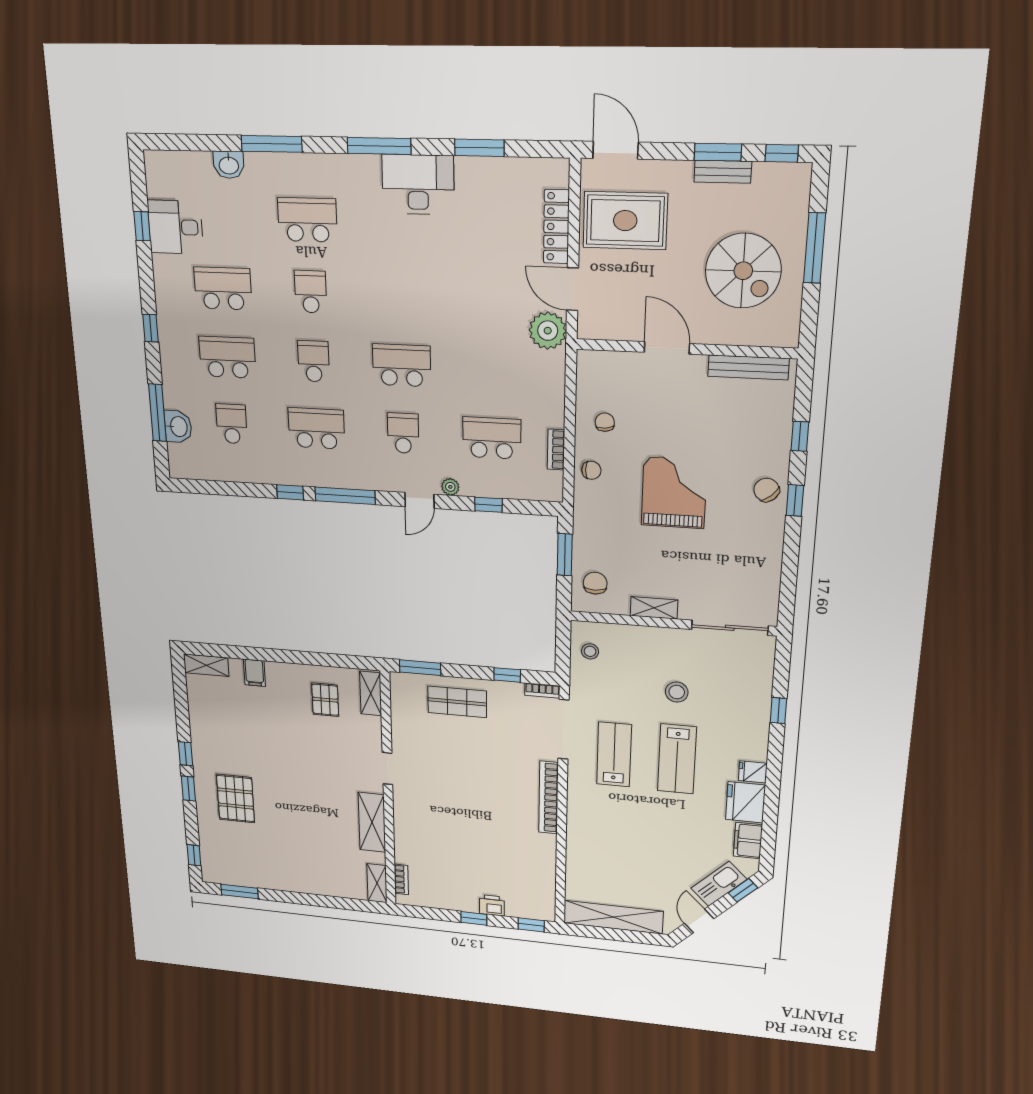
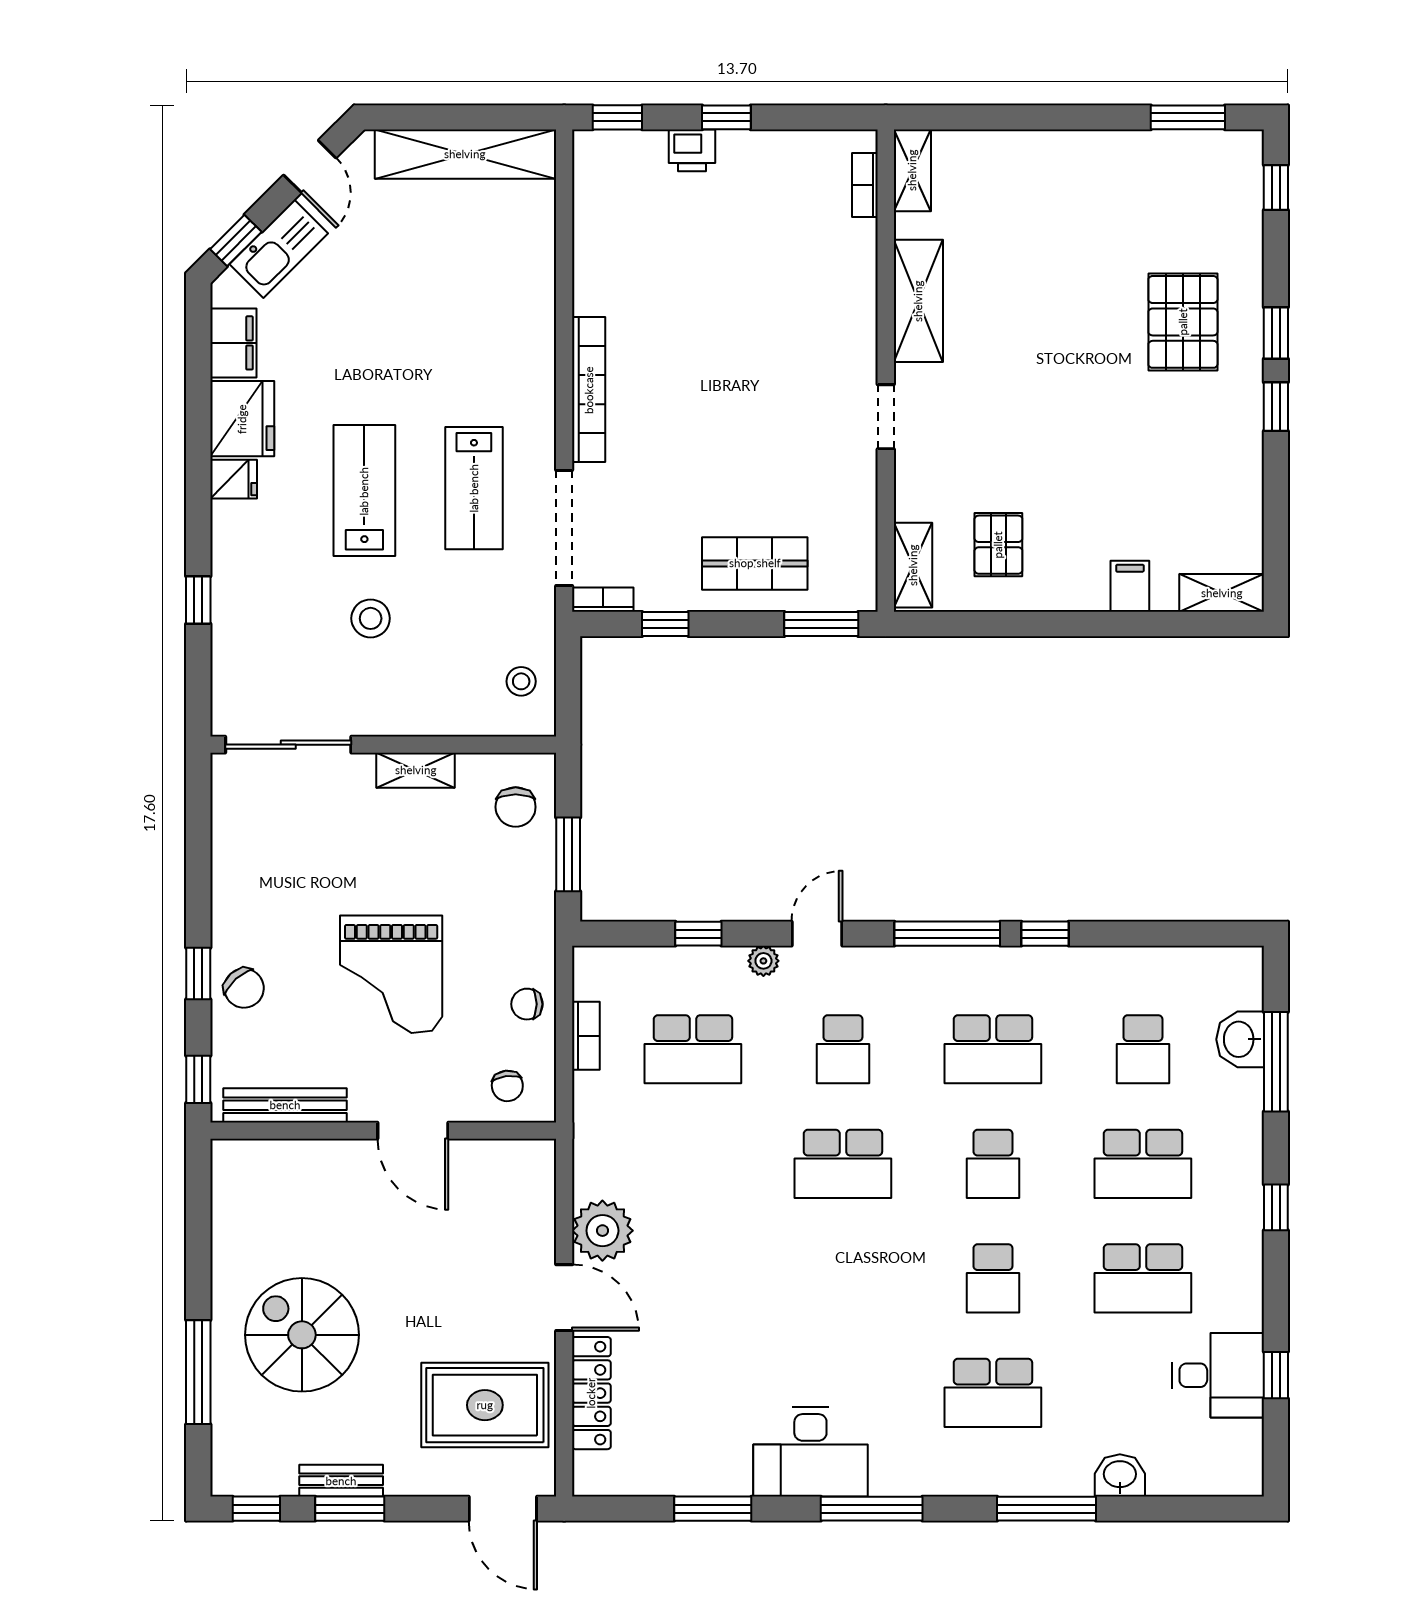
door: (667, 348) -> (413, 1131), moved
wall: (686, 349) -> (383, 1131), moved
bench: (748, 367) -> (285, 1105), moved

